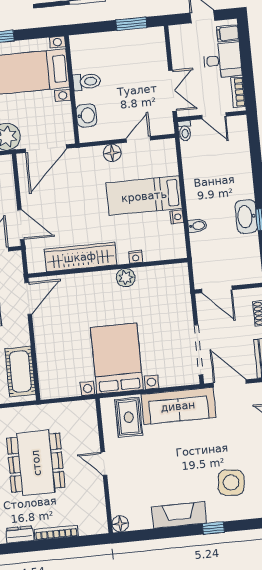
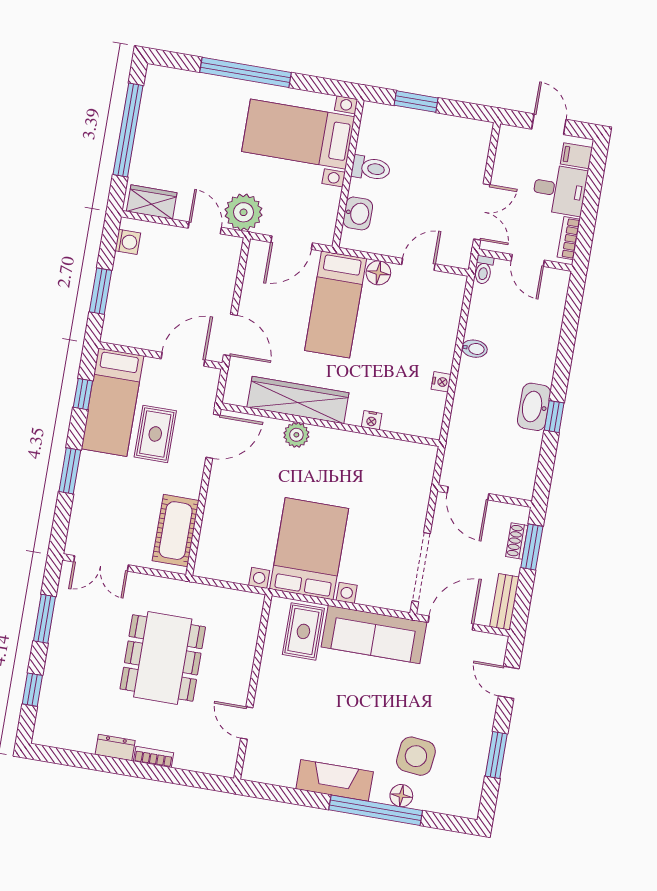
window: (131, 24) -> (416, 102), moved
door: (46, 149) -> (292, 243), width x0.73
bed: (144, 196) -> (336, 304), moved, turned -90
bidet: (197, 226) -> (474, 349), moved
plant: (126, 278) -> (296, 435), moved
door: (230, 383) -> (451, 623), hinge flipped
door: (104, 464) -> (247, 723), moved
floor lamp: (120, 524) -> (401, 796), moved
window: (213, 528) -> (376, 810), width x3.17
bookcase: (56, 533) -> (154, 757), width x0.64

